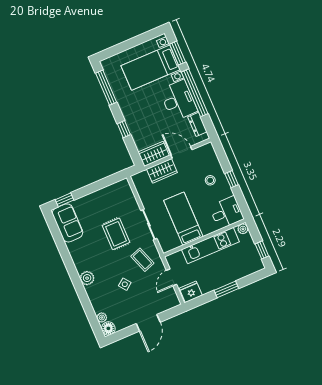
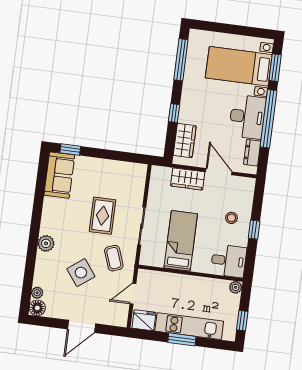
wardrobe: (154, 154) -> (185, 141), moved, turned 90
kitchen unit: (210, 246) -> (189, 326), moved, turned 180
side table: (125, 284) -> (81, 273), width x1.87, depth x1.87

